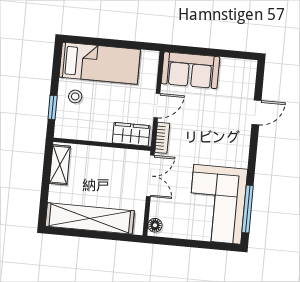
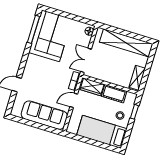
sofa: (190, 70) -> (44, 115), width x1.36
cot: (92, 130) -> (114, 94), added

